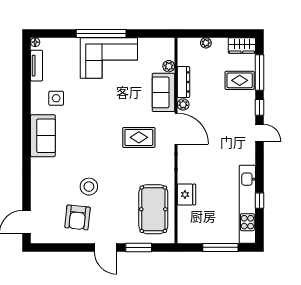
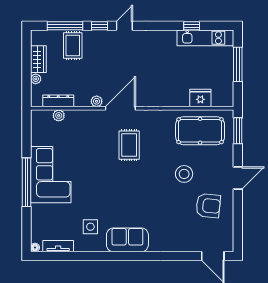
wardrobe: (242, 46) -> (38, 59), moved
dresser: (183, 82) -> (58, 101), moved
sofa: (163, 92) -> (85, 121), removed
stool: (89, 187) -> (184, 174), moved
fridge: (186, 194) -> (200, 98), moved
kitchen unit: (247, 204) -> (205, 38), width x0.73
window: (139, 247) -> (238, 131), moved

